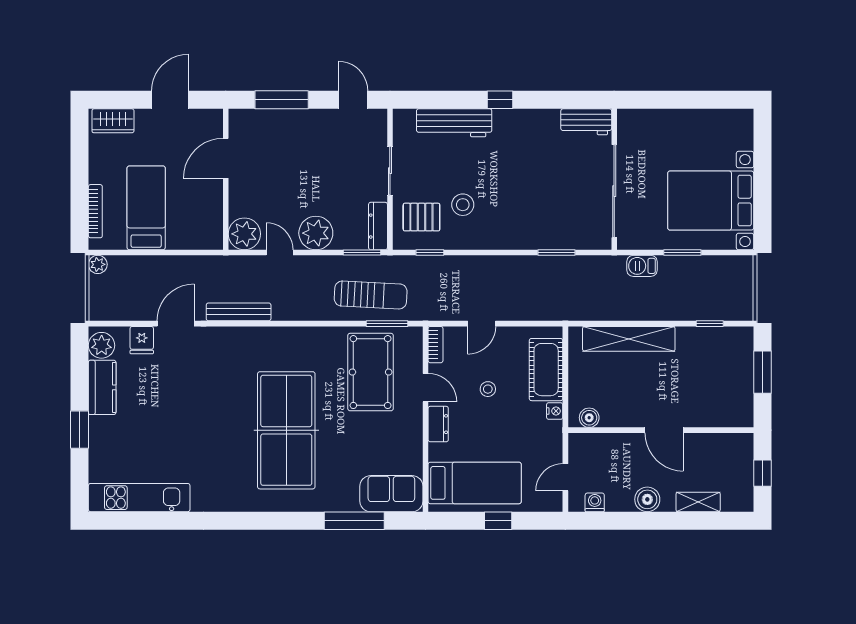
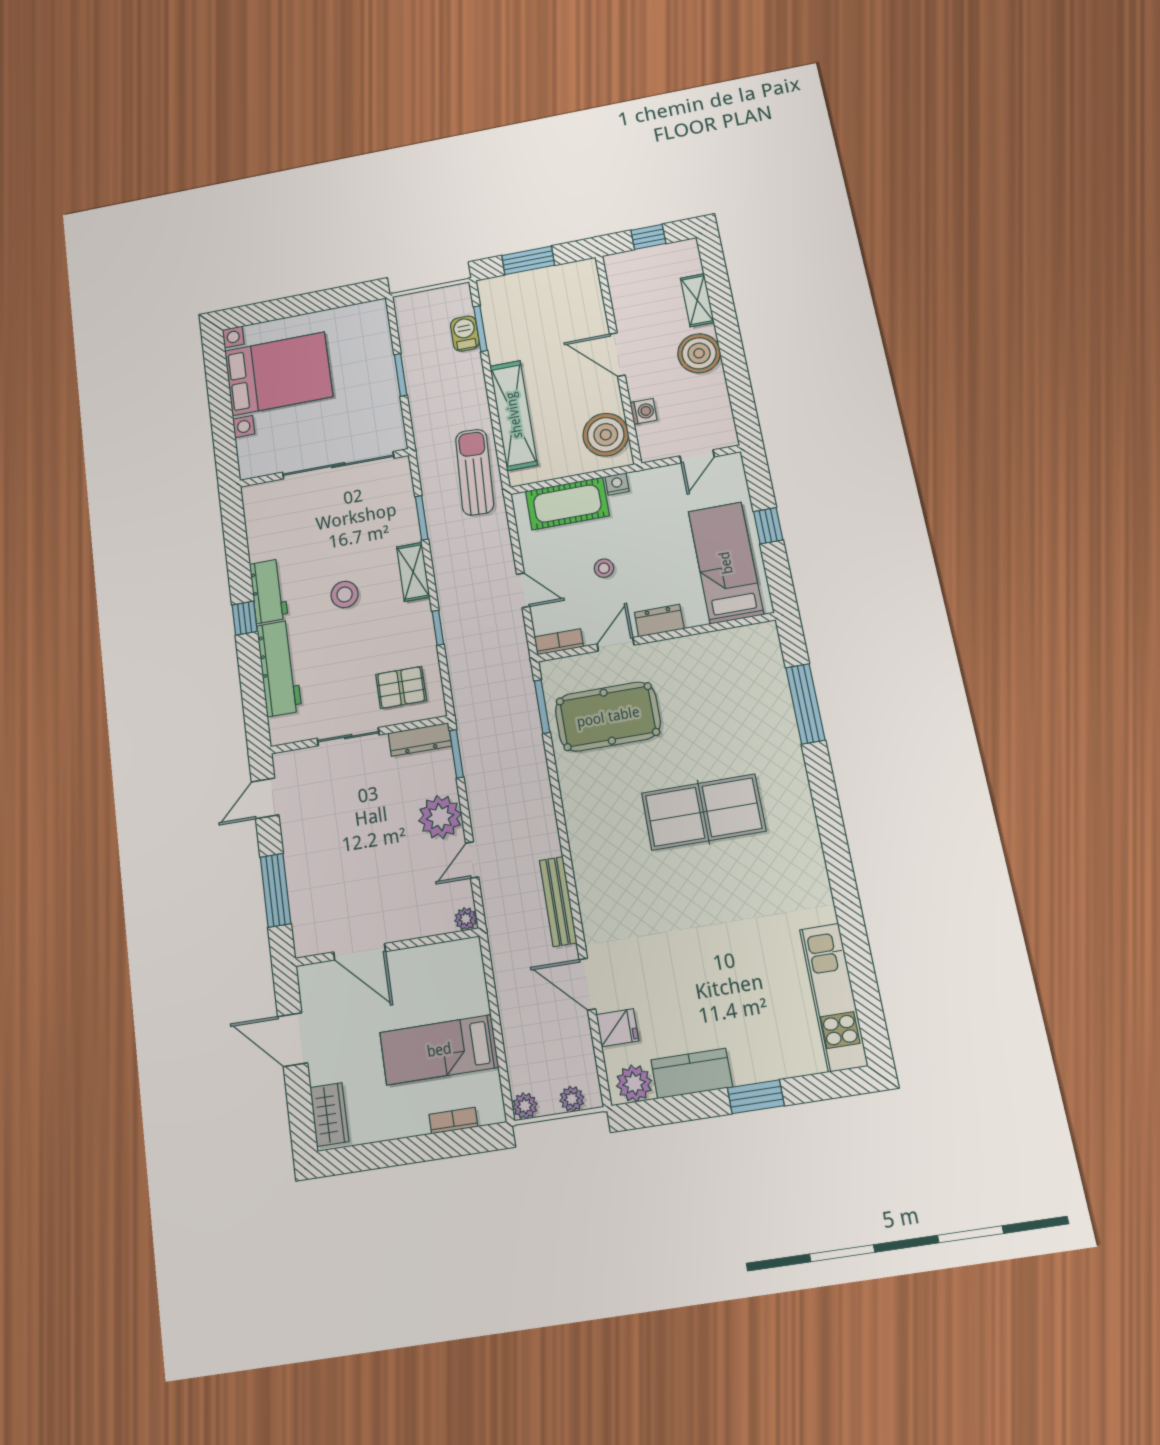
workbench: (586, 122) -> (269, 591), moved
bed with nightstands: (711, 201) -> (278, 374), moved, turned -90
stool: (463, 205) -> (345, 594), moved
bookcase: (95, 211) -> (453, 1121), width x0.64
pallet: (421, 217) -> (401, 687), turned 90
plant: (244, 234) -> (466, 919), width x0.53, depth x0.53
shelving: (513, 240) -> (413, 572), added
window: (430, 253) -> (438, 628), moved
barbecue: (642, 266) -> (465, 334), moved, turned 180
sun lounger: (371, 295) -> (475, 472), moved
plant: (97, 299) -> (572, 1099), added
window: (710, 324) -> (480, 329), width x1.50
boiler: (589, 418) -> (606, 435), width x1.86, depth x1.86
table tennis table: (286, 430) -> (703, 812), width x0.73, depth x0.76
door: (664, 430) -> (617, 355), swing flipped
door: (565, 477) -> (697, 456), hinge flipped
sofa: (391, 494) -> (760, 663), removed
boiler: (647, 499) -> (699, 353), width x1.37, depth x1.37
washing machine: (595, 502) -> (643, 411), moved, turned 180

